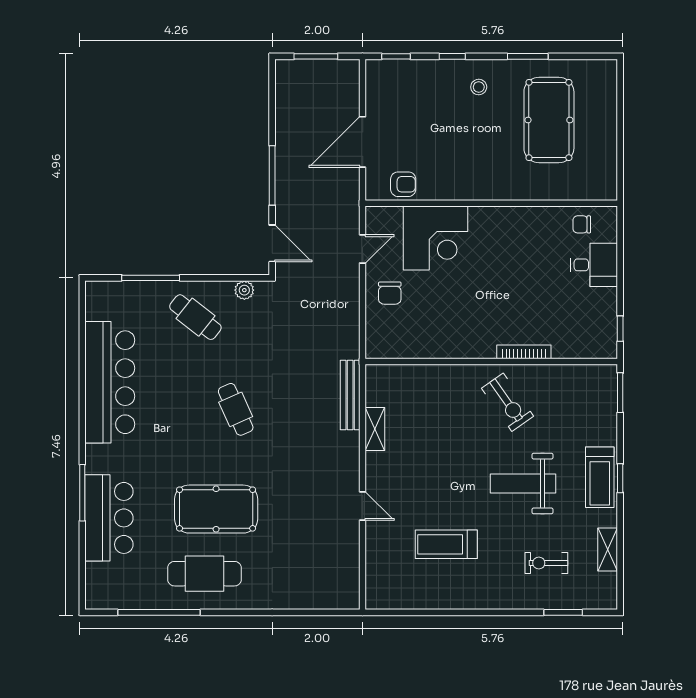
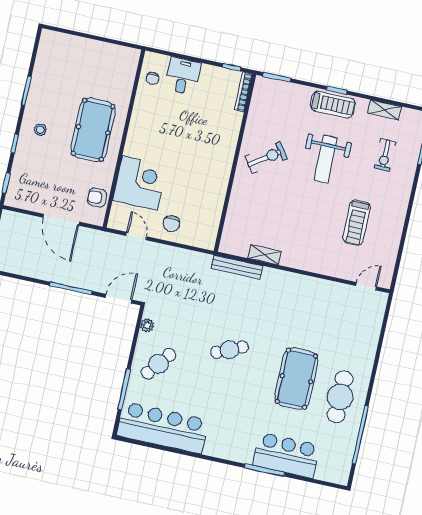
pool table: (549, 120) -> (93, 130), moved, turned 90
armchair: (403, 184) -> (97, 198), turned -90
chair: (390, 293) -> (171, 224), turned 90
bookcase: (524, 352) -> (243, 92), moved
bar counter: (110, 382) -> (163, 428), moved
door: (363, 506) -> (366, 286), moved

